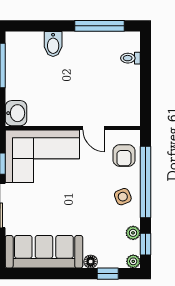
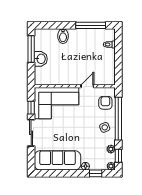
washbasin: (16, 113) -> (41, 59), moved
door: (94, 128) -> (87, 86), swing flipped
armchair: (124, 156) -> (105, 103), turned 180

